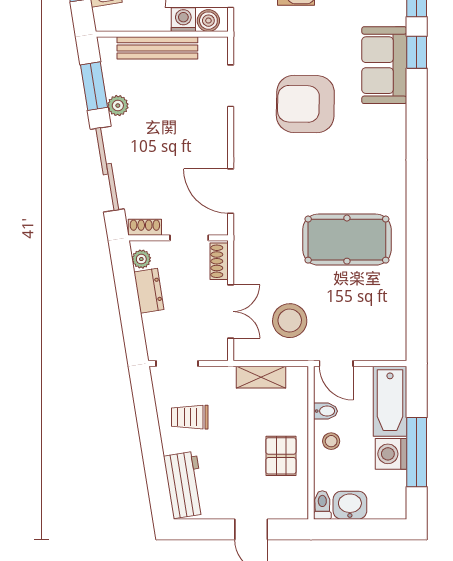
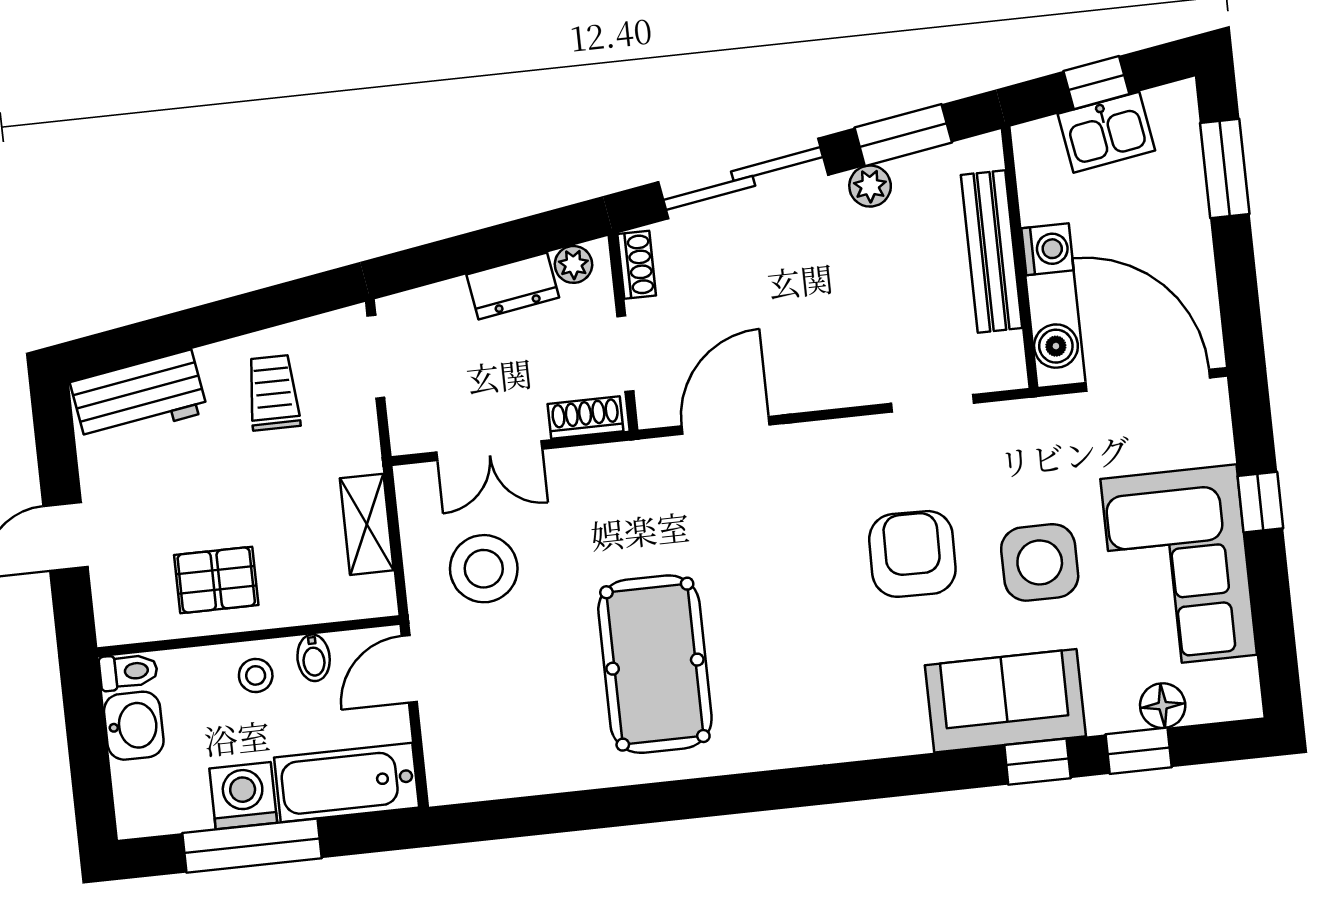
washing machine: (183, 20) -> (1048, 249), moved
side table: (316, 40) -> (1040, 562), added
armchair: (305, 104) -> (912, 554), width x0.73, depth x0.73

